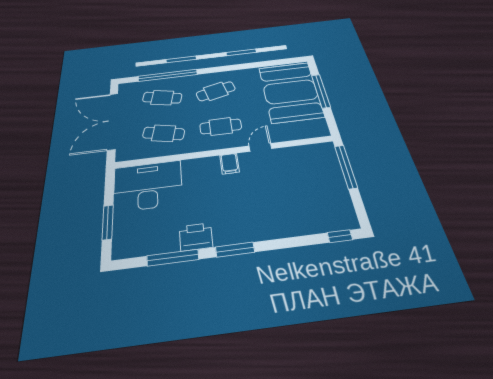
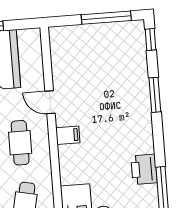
window: (346, 167) -> (106, 18), moved
window: (235, 250) -> (155, 95), moved

